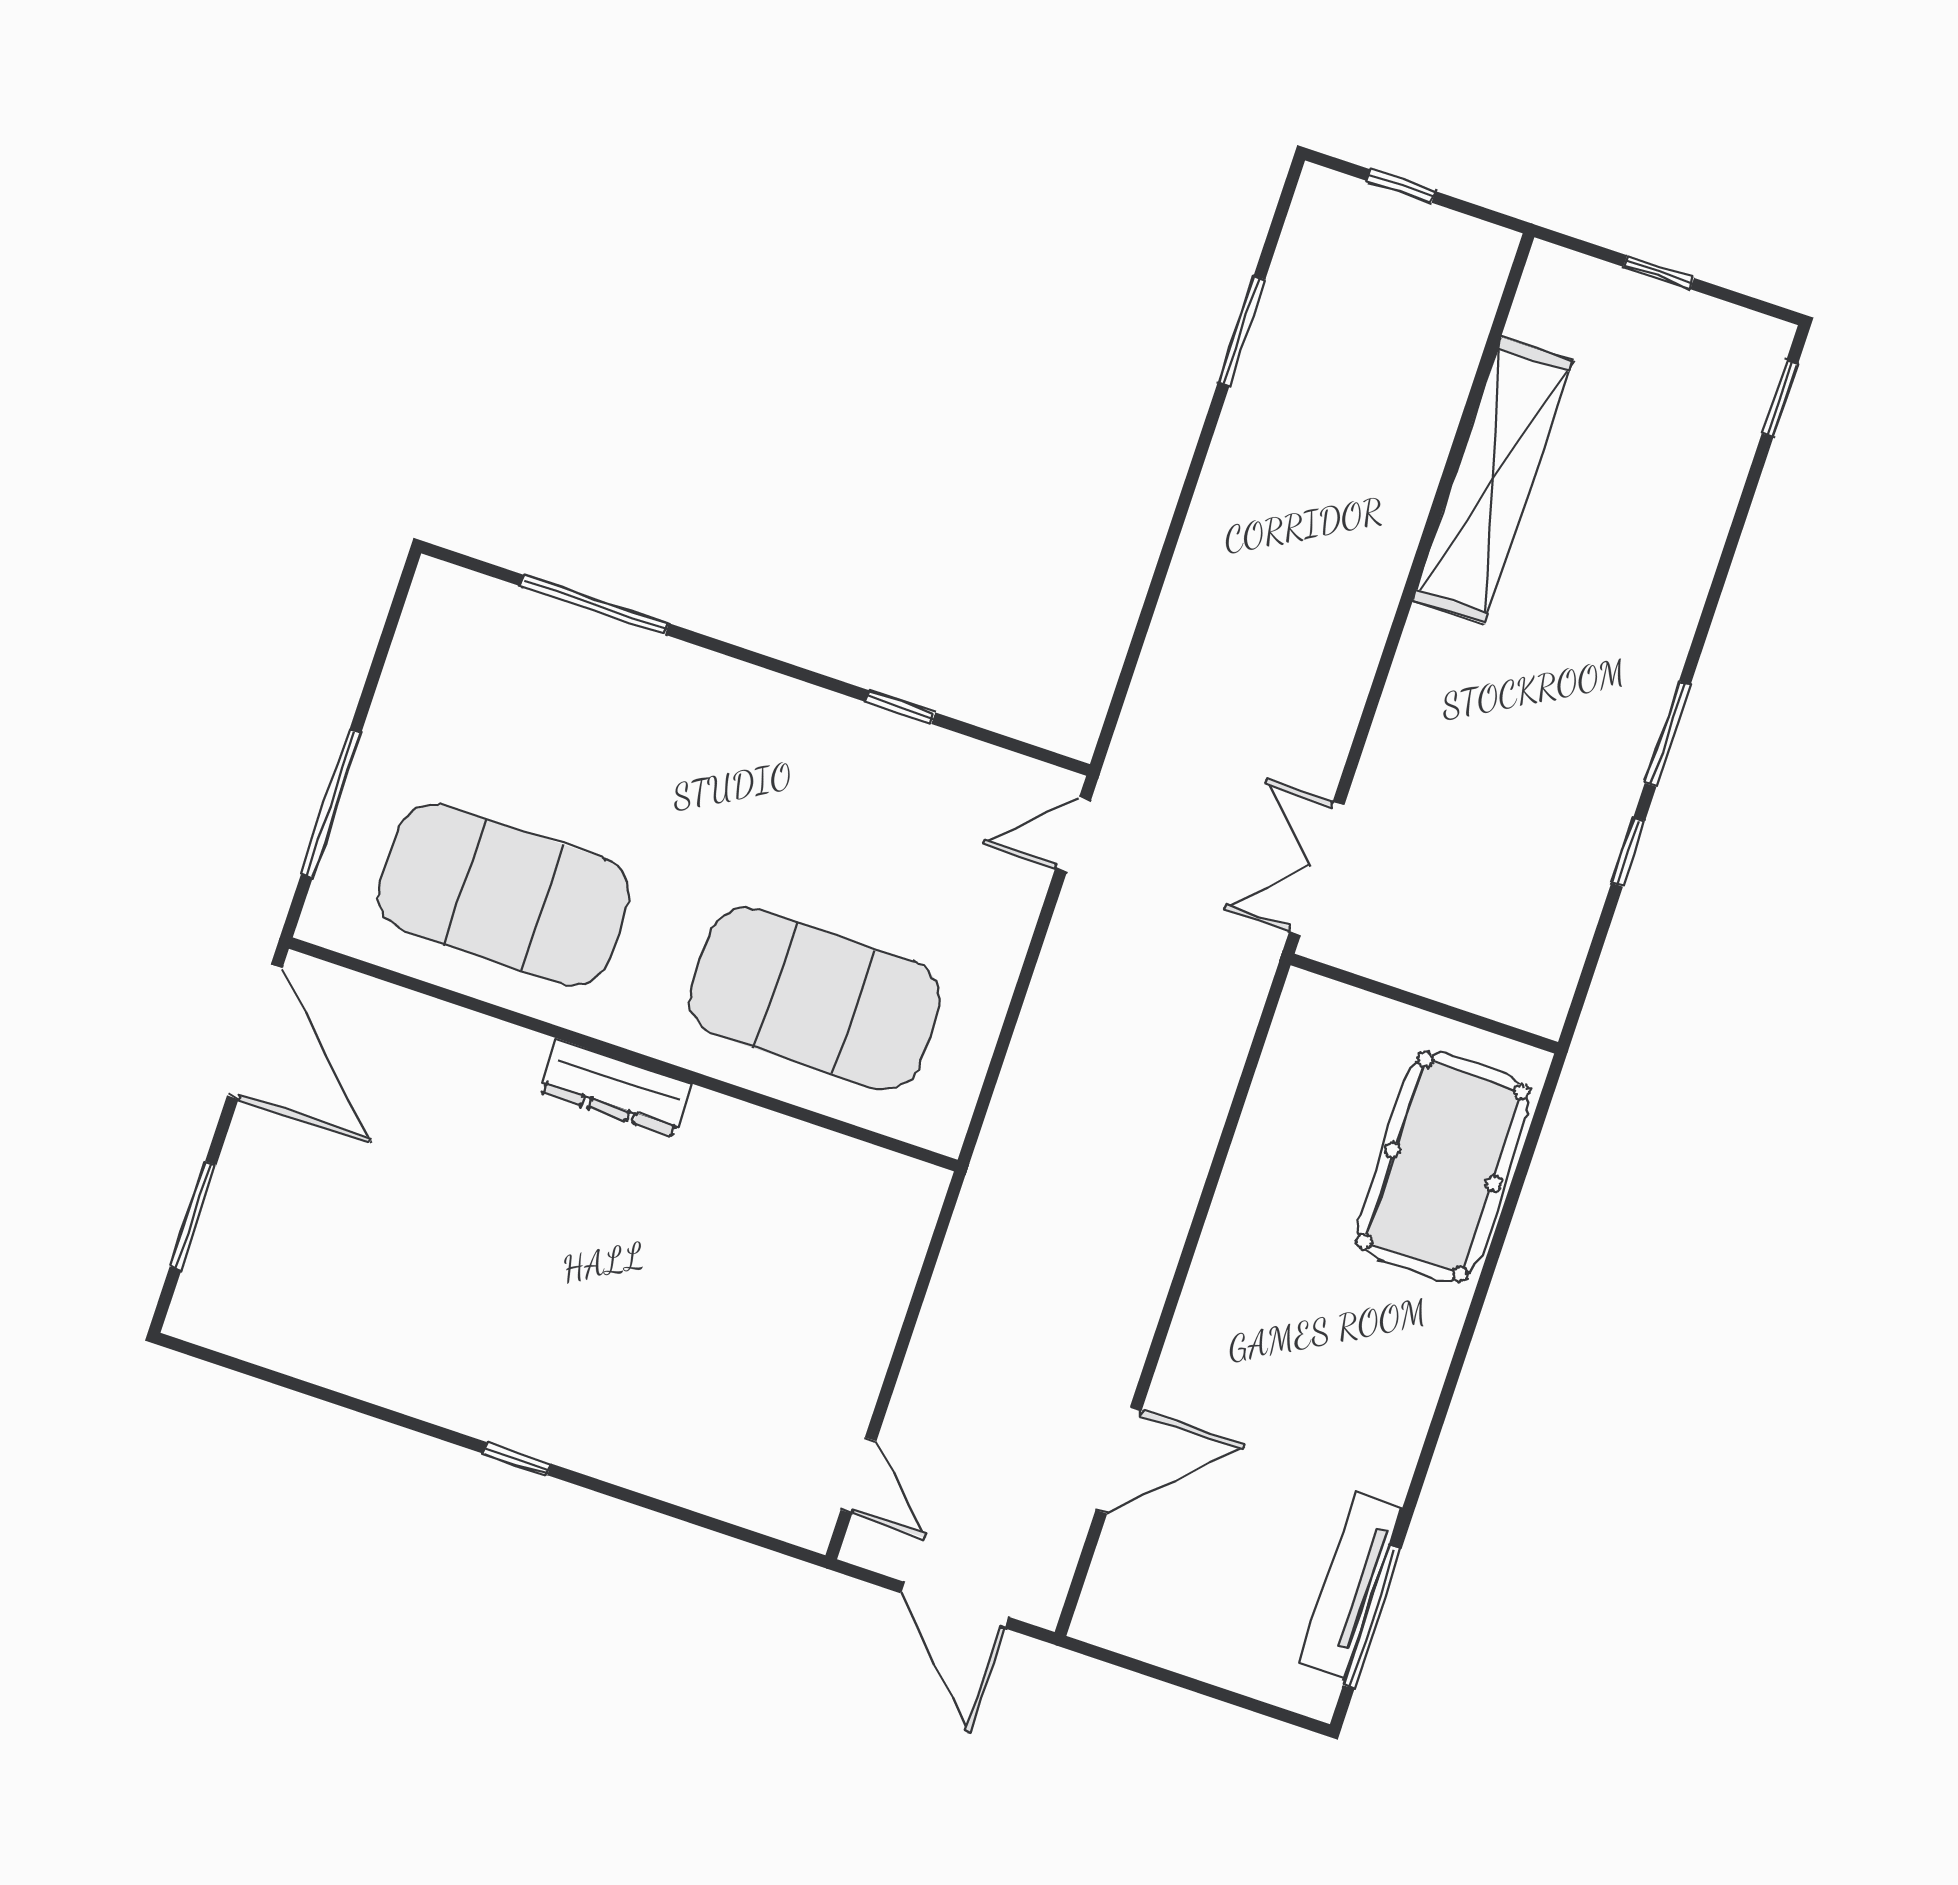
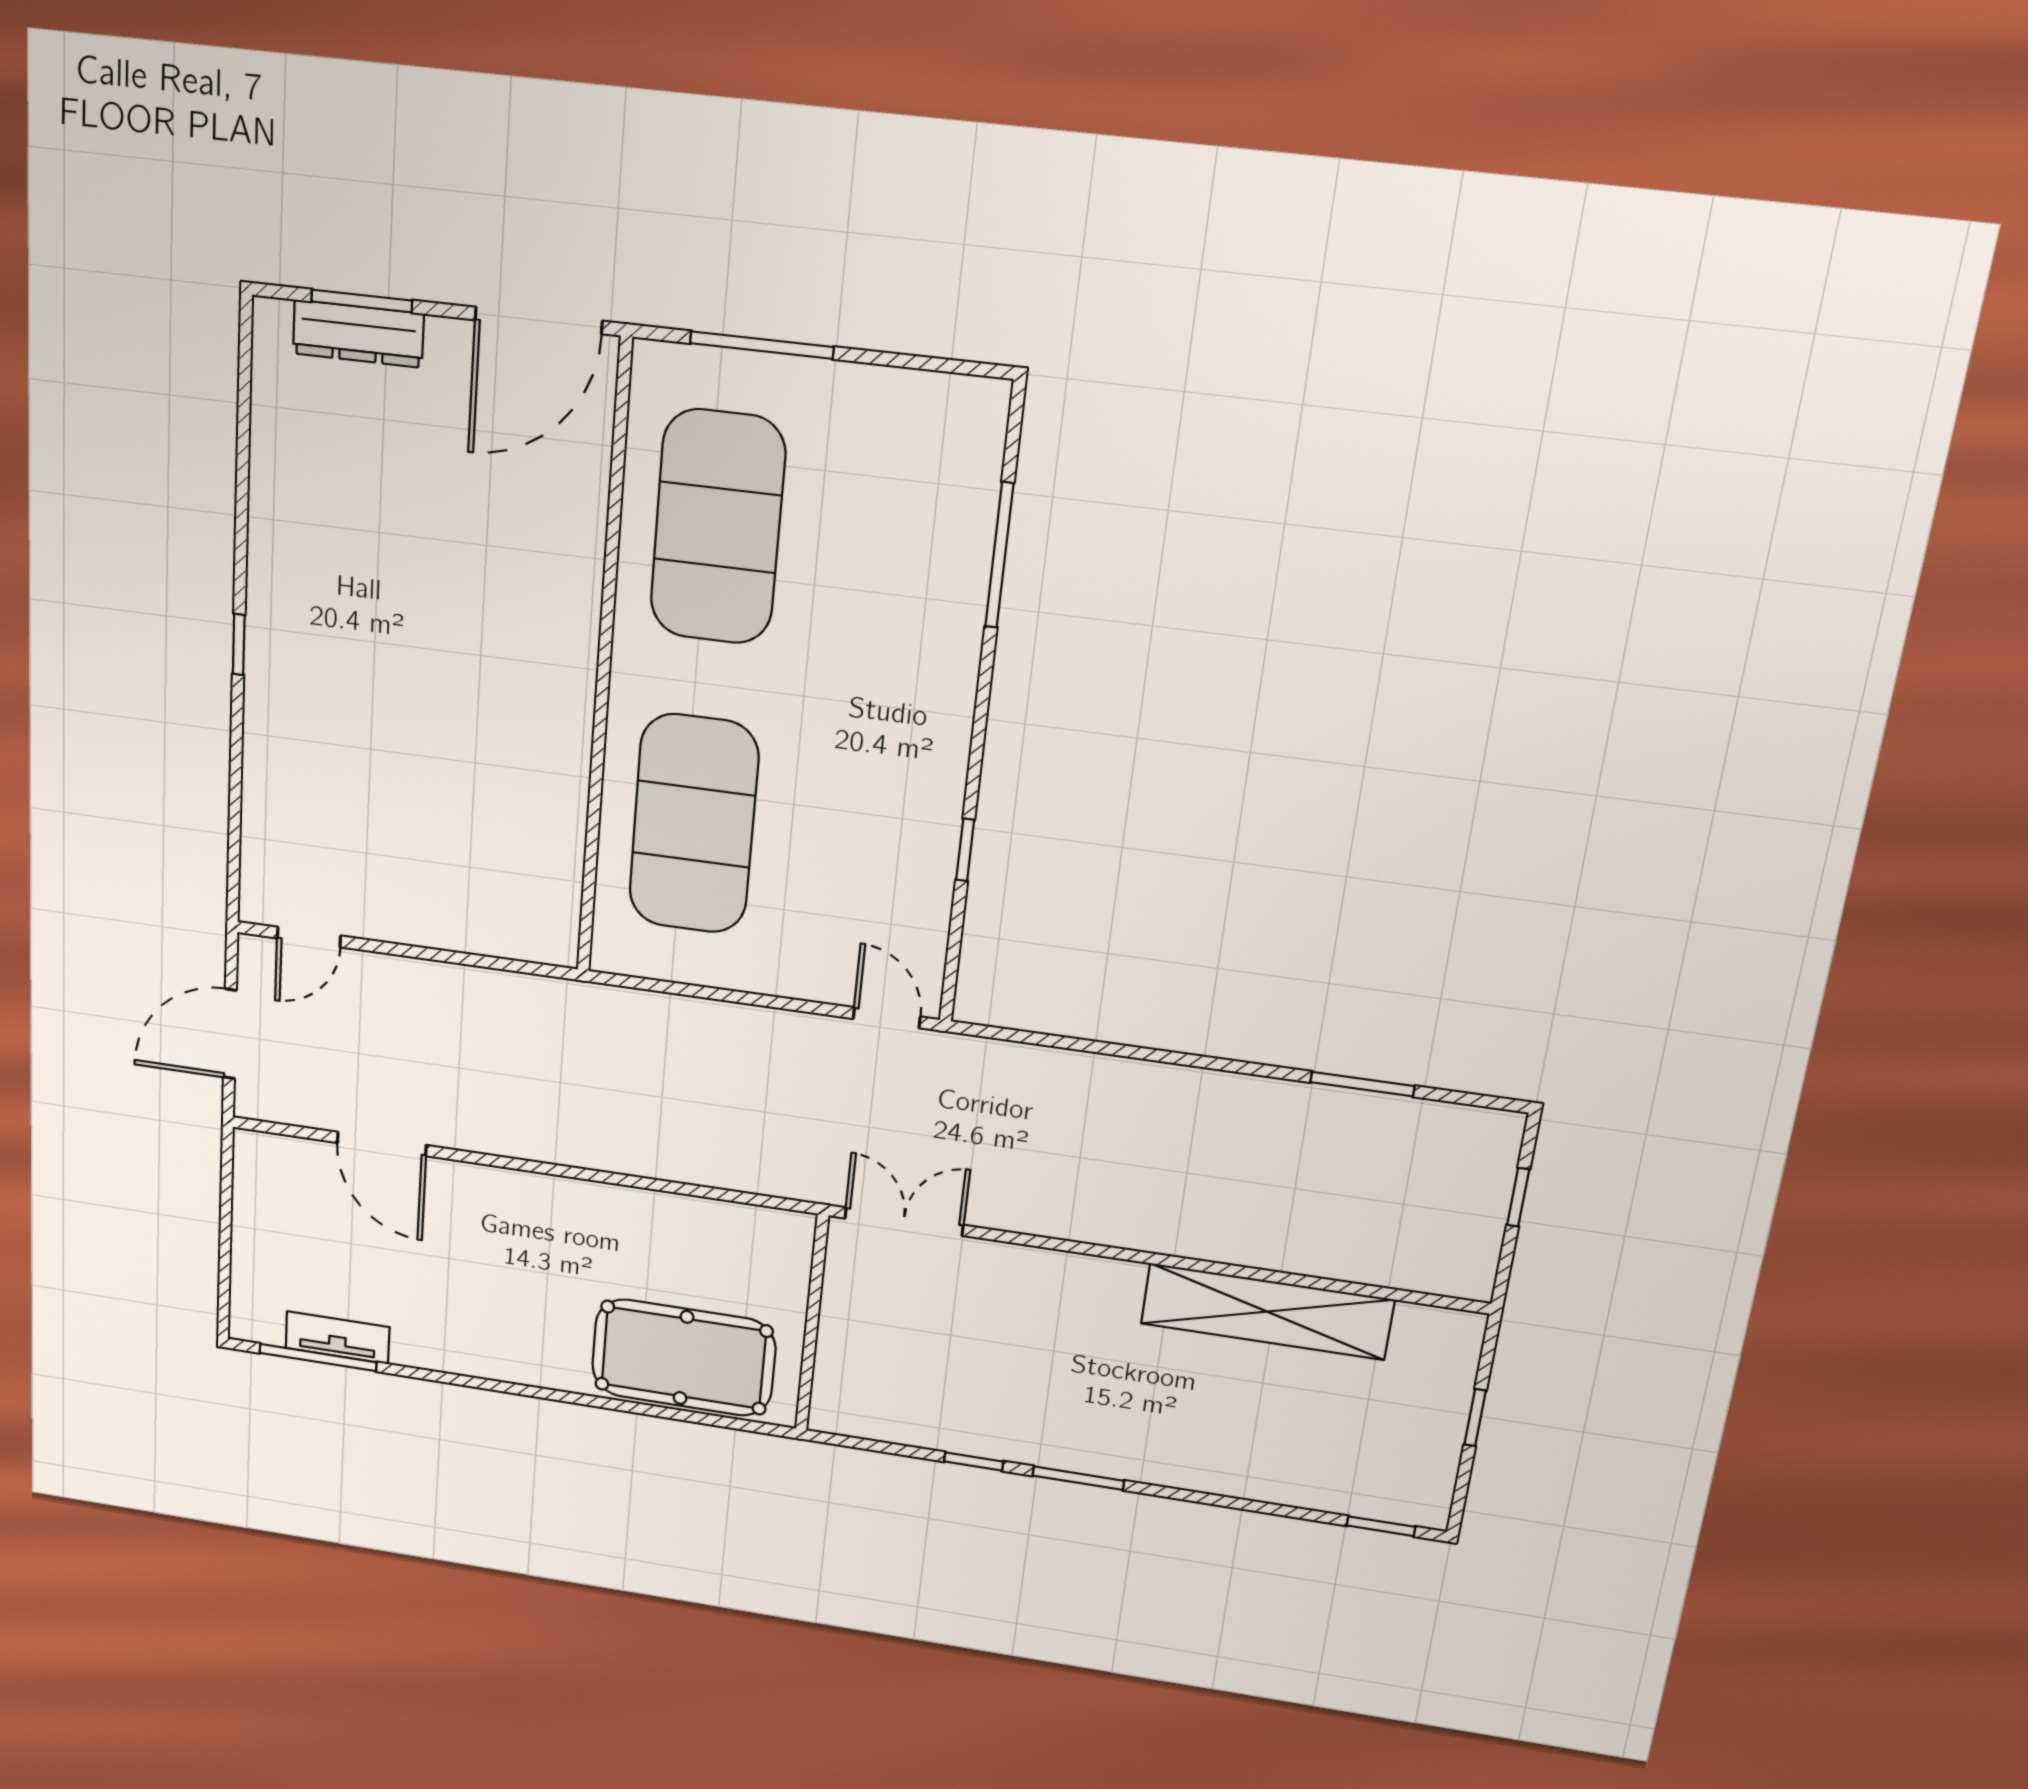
dresser: (616, 1088) -> (358, 334), moved, turned -90
tv unit: (1351, 1585) -> (337, 1338), width x0.71

